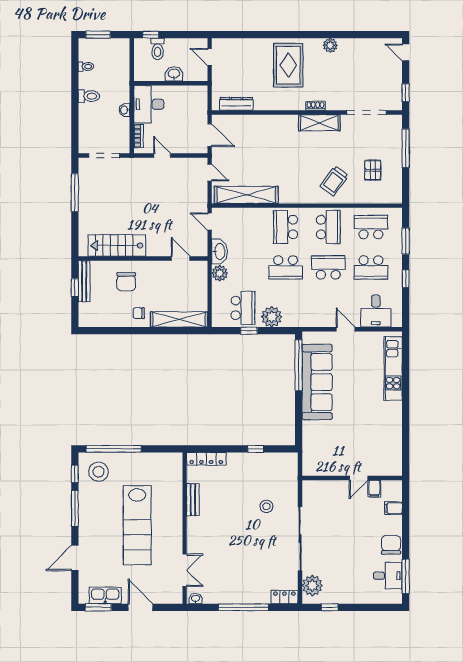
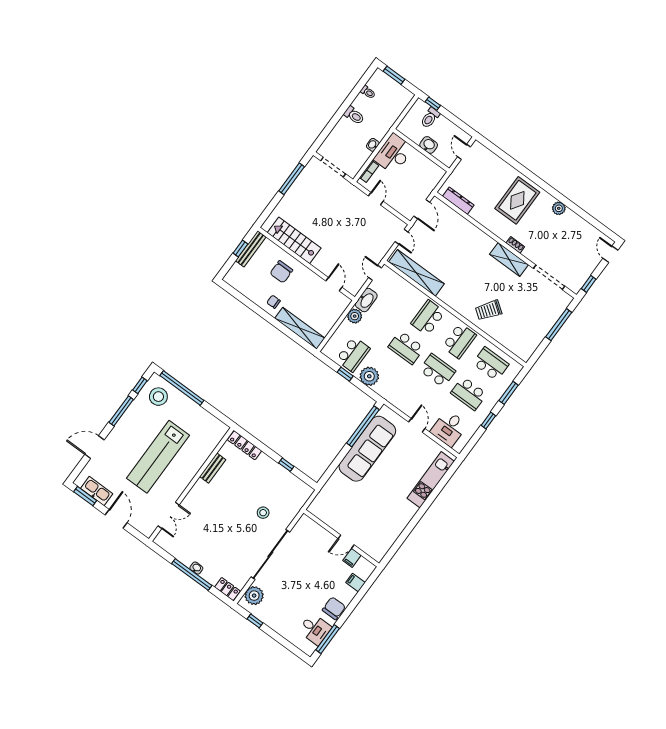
pallet: (373, 170) -> (523, 323), removed
washbasin: (196, 599) -> (196, 568), moved

